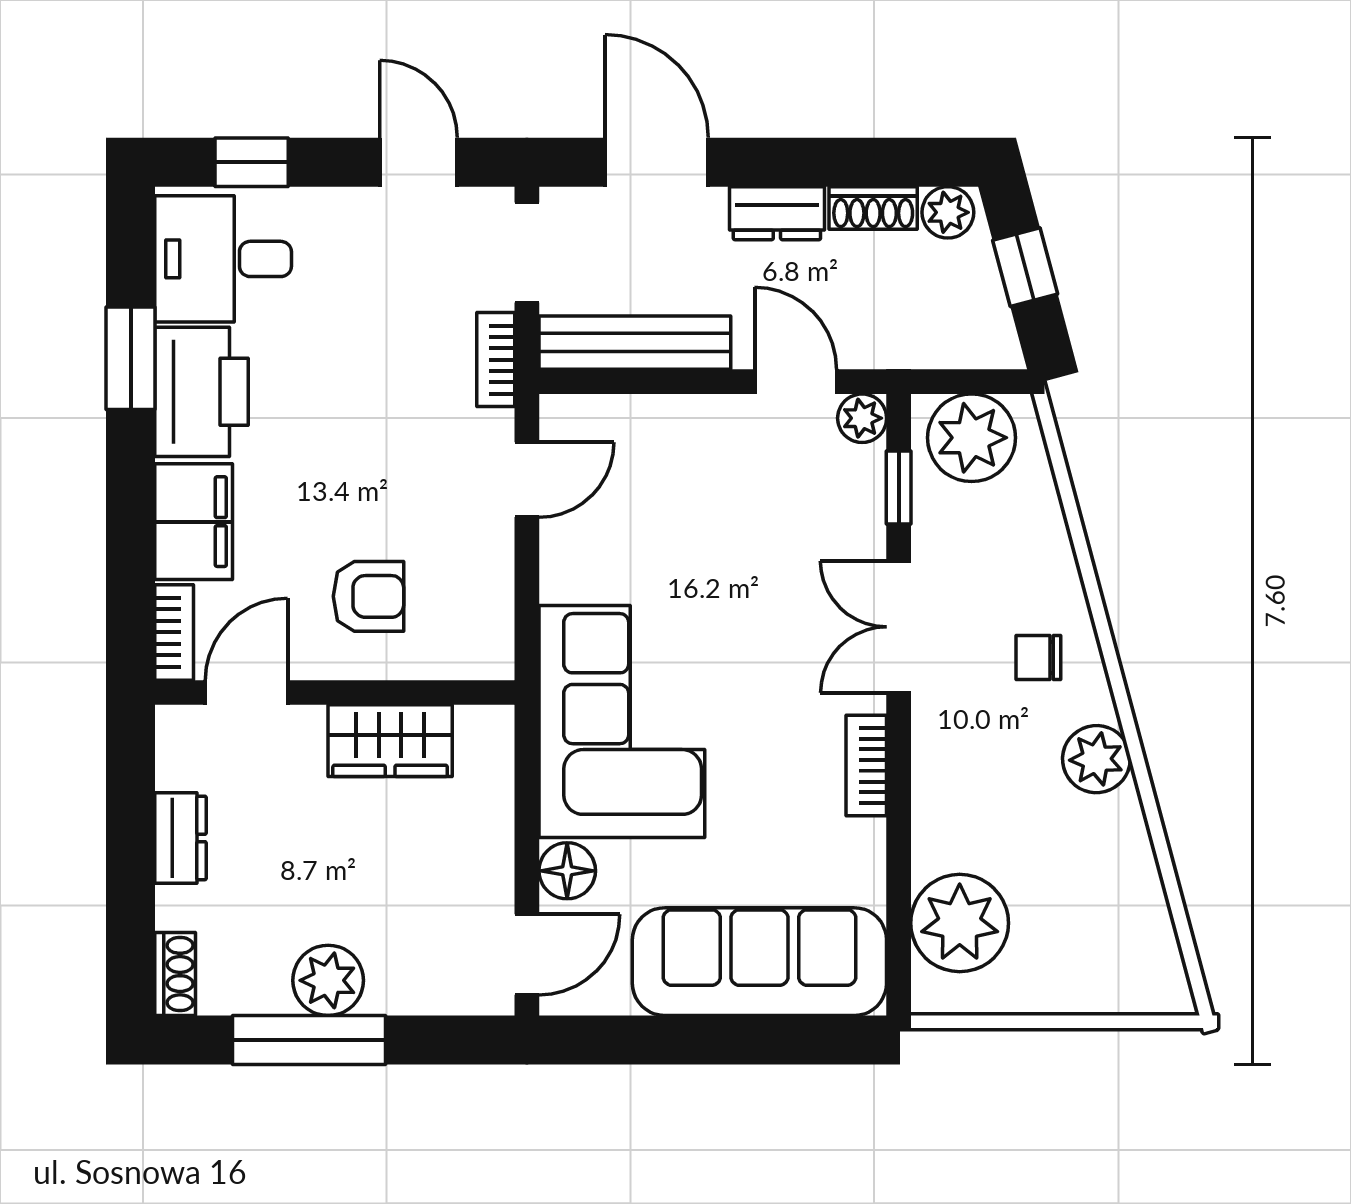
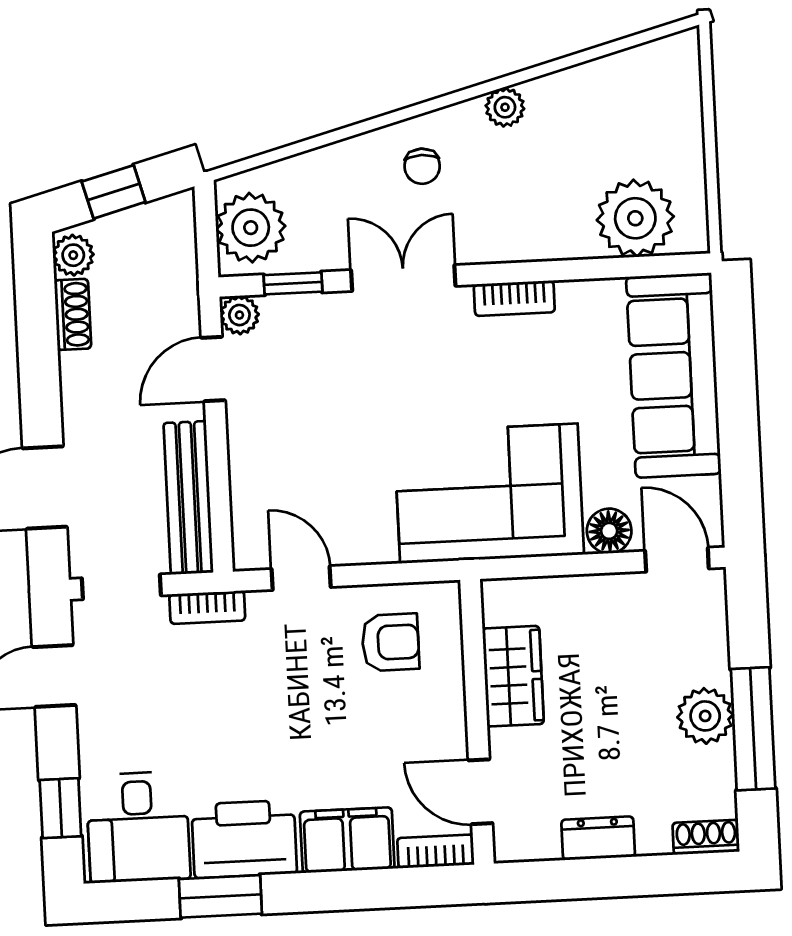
dresser: (777, 213) -> (80, 390), removed
armchair: (368, 596) -> (390, 642), moved, turned 90
double door: (899, 627) -> (403, 278), swing flipped
plant: (1096, 759) -> (505, 107), width x0.73, depth x0.73

